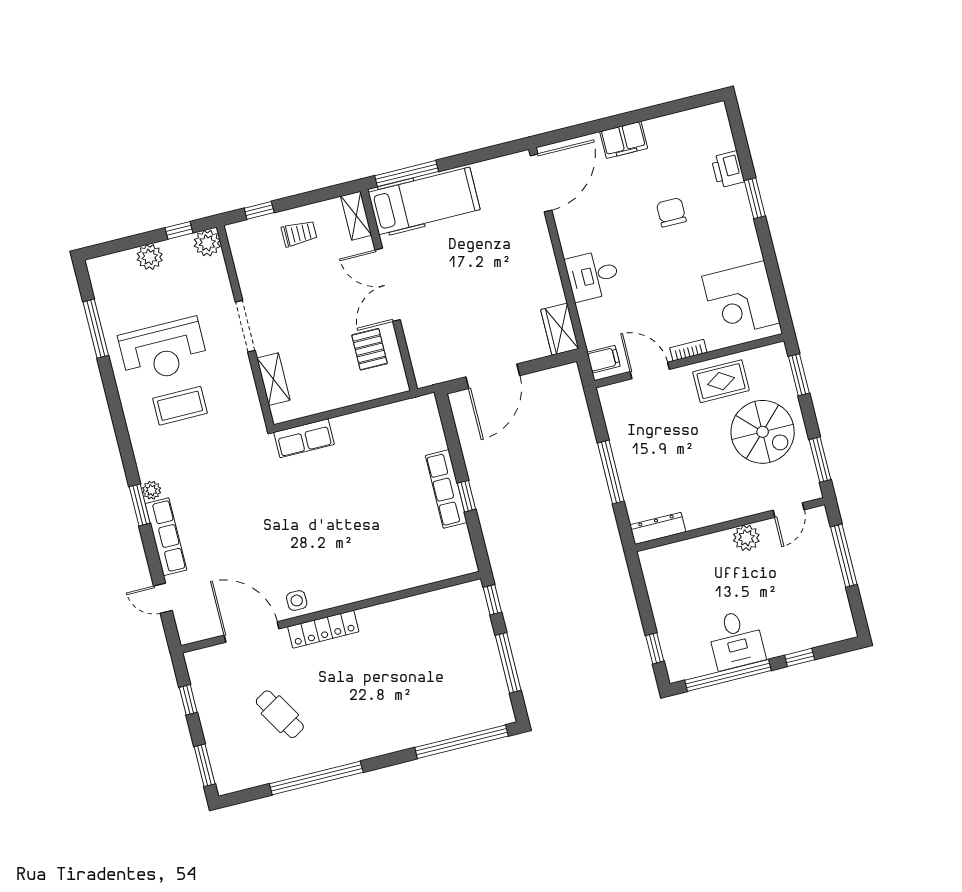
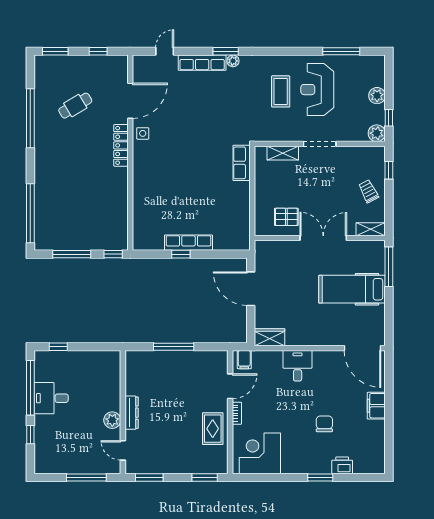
hospital bed: (424, 201) -> (352, 289), moved, turned 90
chair: (671, 212) -> (324, 424), turned -90
trolley: (299, 233) -> (369, 191), turned 153
spiral stairs: (763, 432) -> (175, 446), removed
dresser: (658, 528) -> (132, 413), moved

